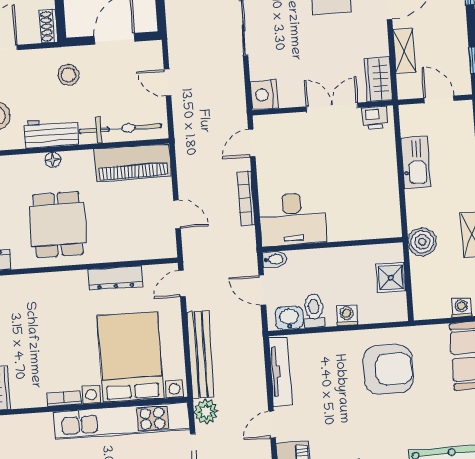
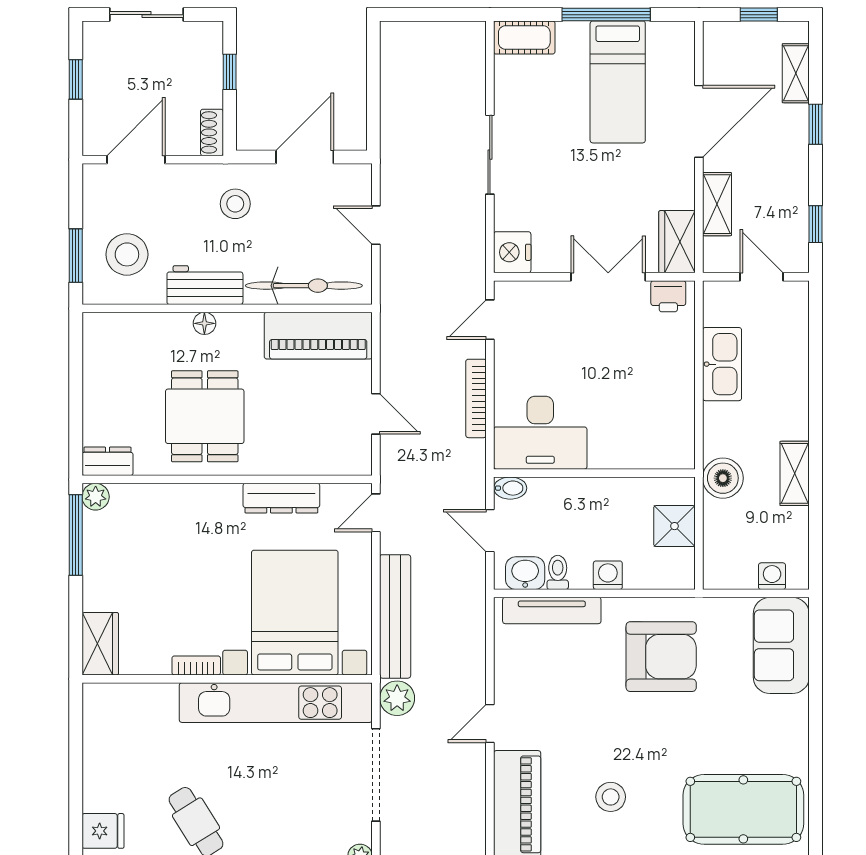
toilet: (314, 311) -> (558, 572), width x0.73, depth x0.72
tv unit: (280, 372) -> (552, 610), moved, turned 90

